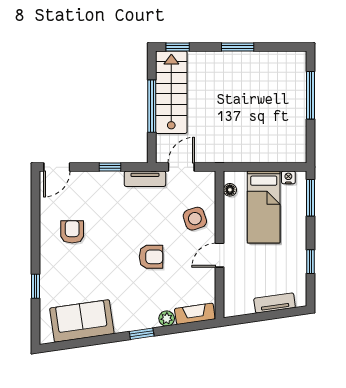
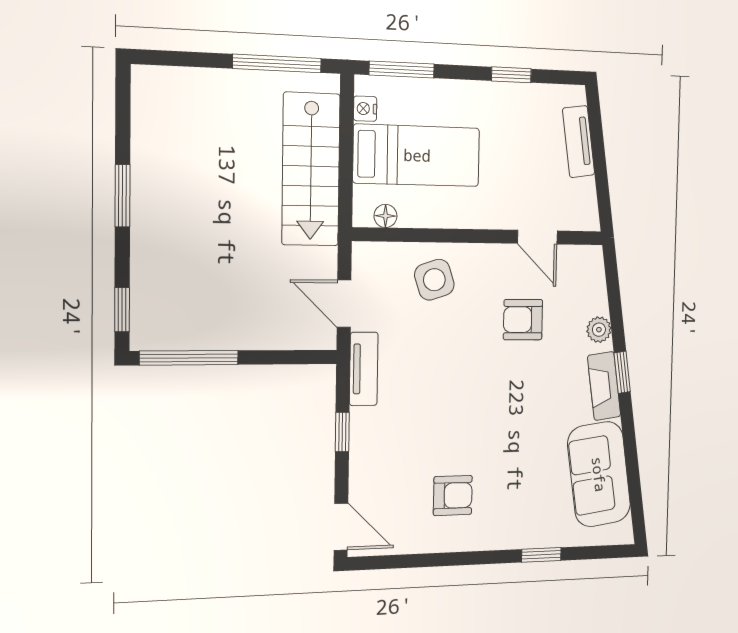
stairs: (171, 92) -> (311, 169), moved, turned -90
window: (311, 95) -> (277, 63), moved
window: (152, 106) -> (189, 358), moved
armchair: (72, 232) -> (453, 496), turned 180
door: (220, 255) -> (537, 237), moved
armchair: (151, 257) -> (523, 320), moved, turned -90
fireplace: (195, 314) -> (604, 386), moved

